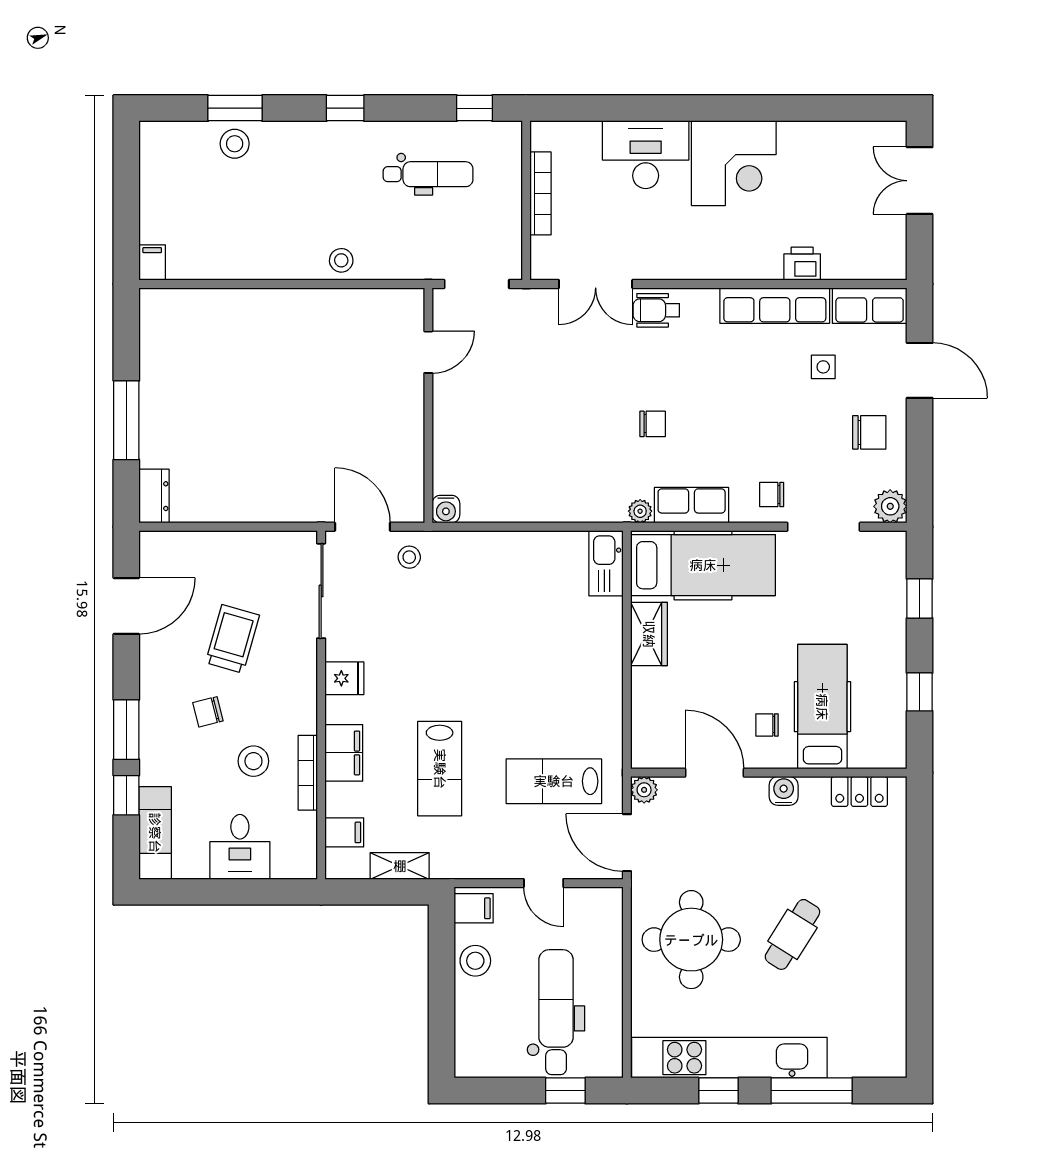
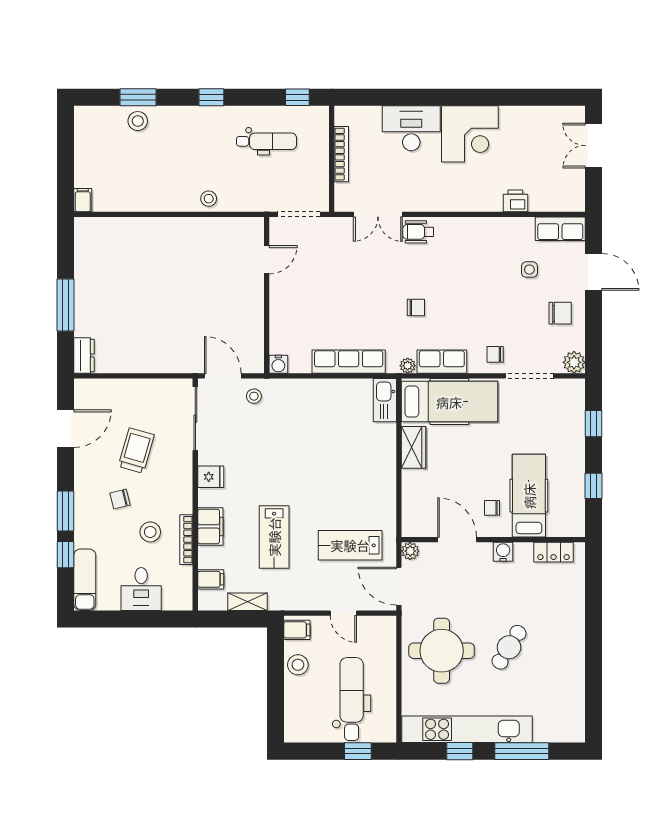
row of seats: (775, 306) -> (349, 362), moved, turned 180

